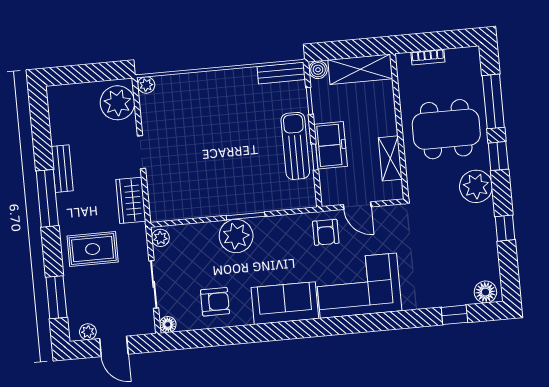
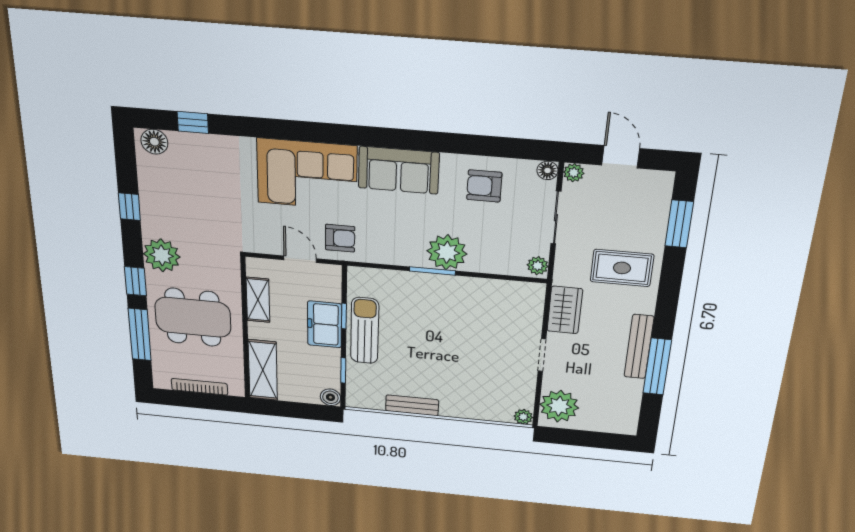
bookcase: (428, 57) -> (199, 387), width x1.56
shelving: (360, 69) -> (263, 370), moved, turned 90
bench: (281, 73) -> (412, 405), moved
sun lounger: (295, 146) -> (365, 331), turned 180
bench: (62, 169) -> (639, 347), width x1.36
window: (47, 198) -> (657, 367), moved
armchair: (326, 232) -> (340, 238), turned 90
plant: (88, 332) -> (574, 173), moved

